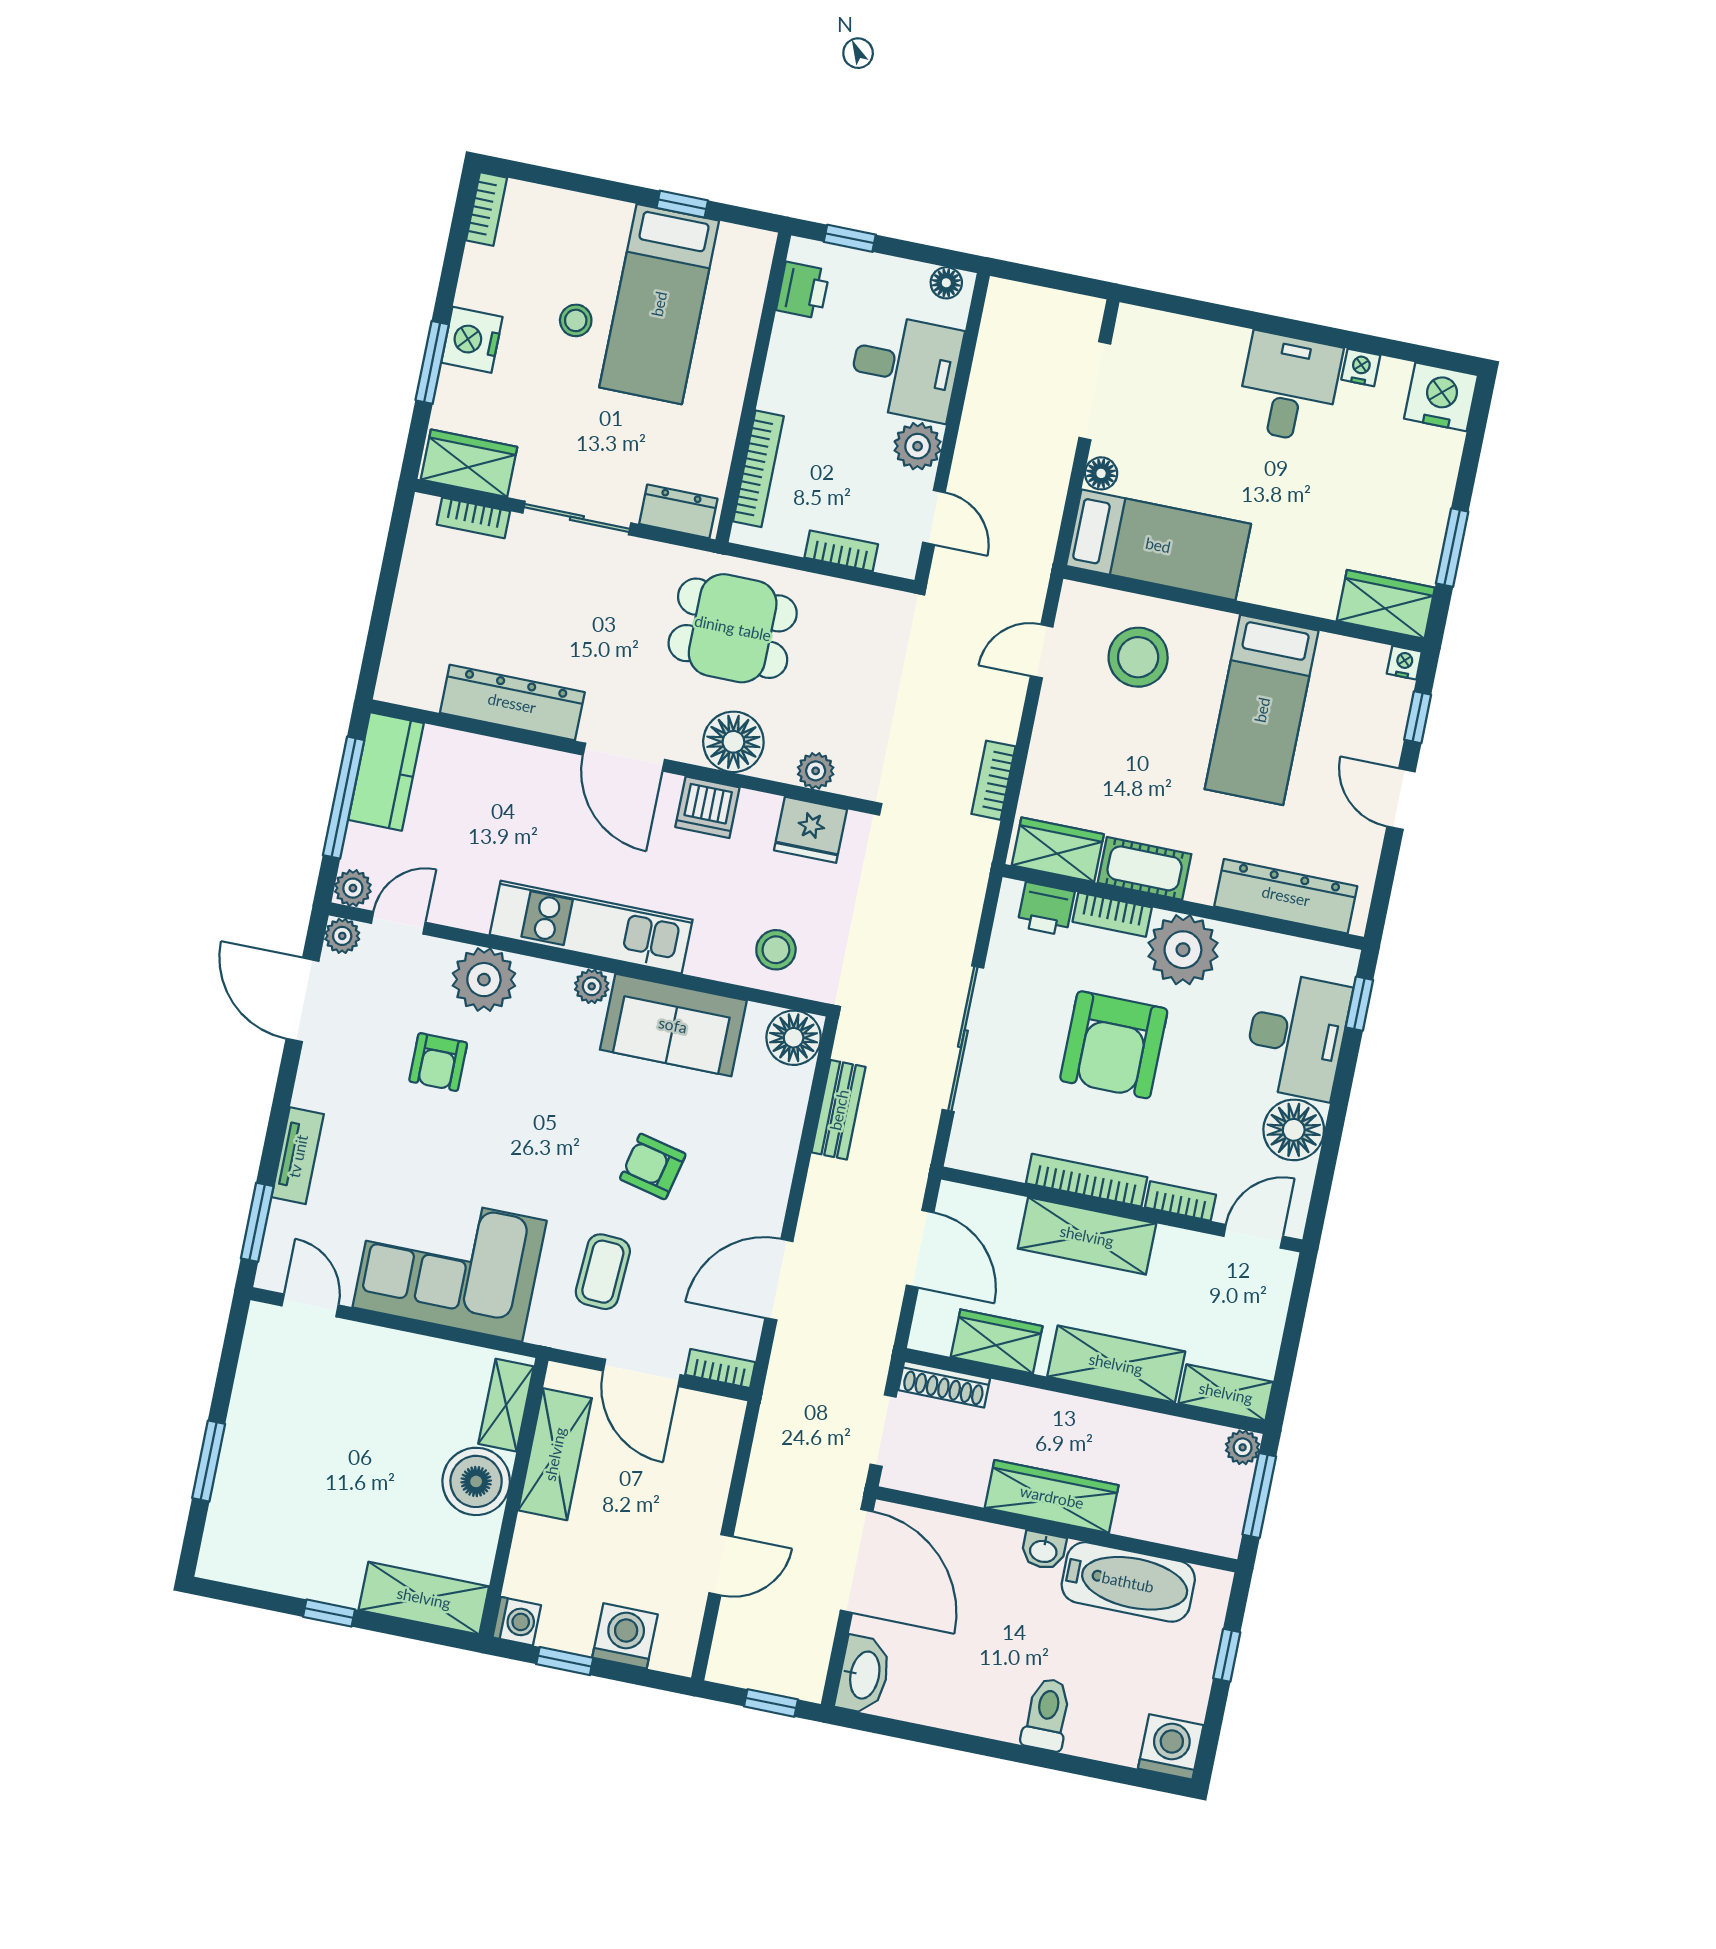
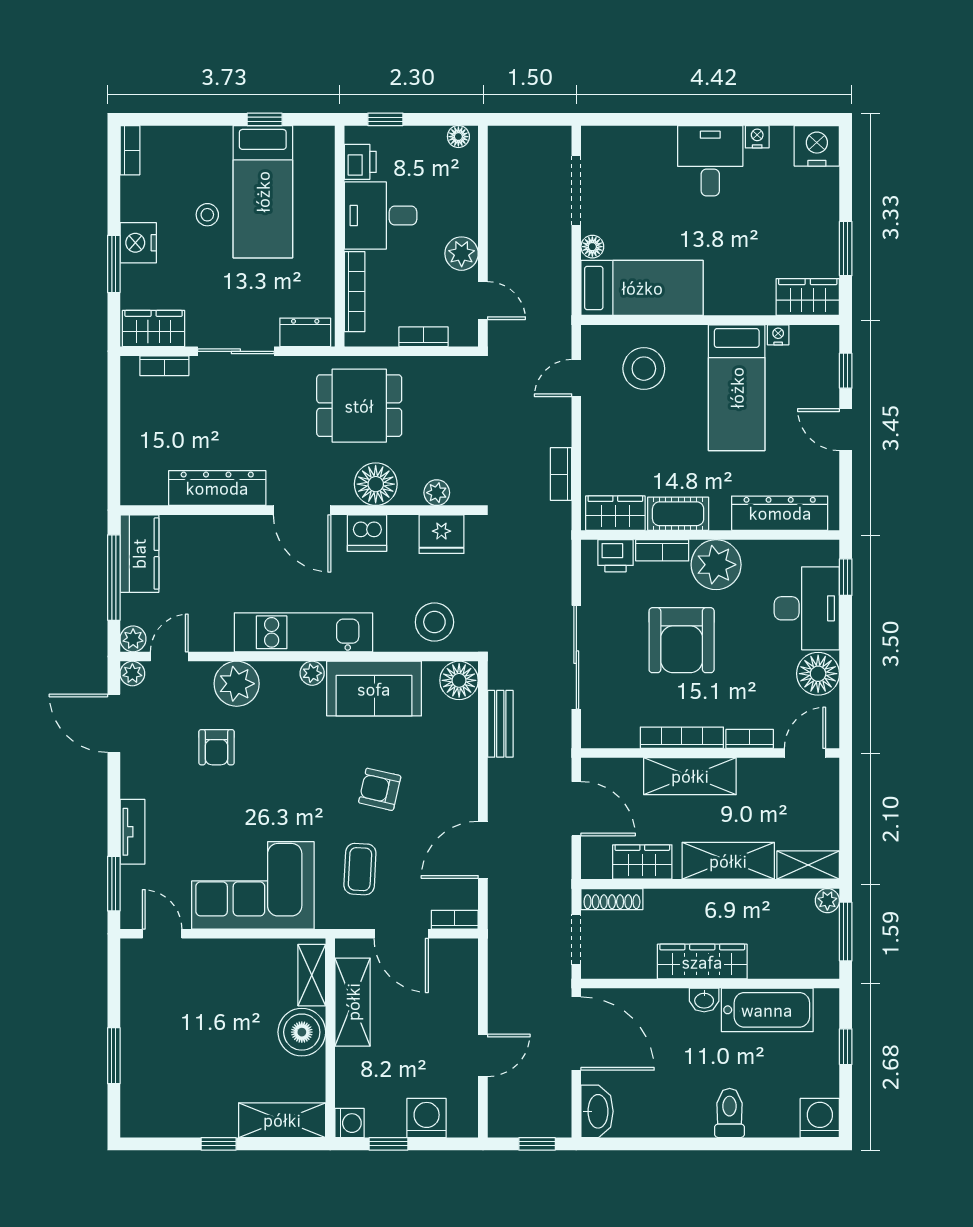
desk: (905, 367) -> (381, 216), moved, turned 180
nightstand: (1404, 663) -> (778, 335), moved
stool: (776, 950) -> (434, 622), width x1.38, depth x1.38

